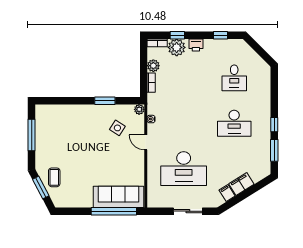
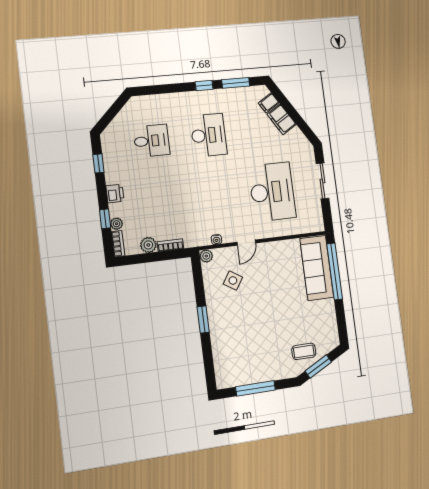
plant: (177, 47) -> (117, 224), width x0.53, depth x0.53
window: (105, 101) -> (203, 319), moved
filing cabinet: (227, 193) -> (269, 103), moved

